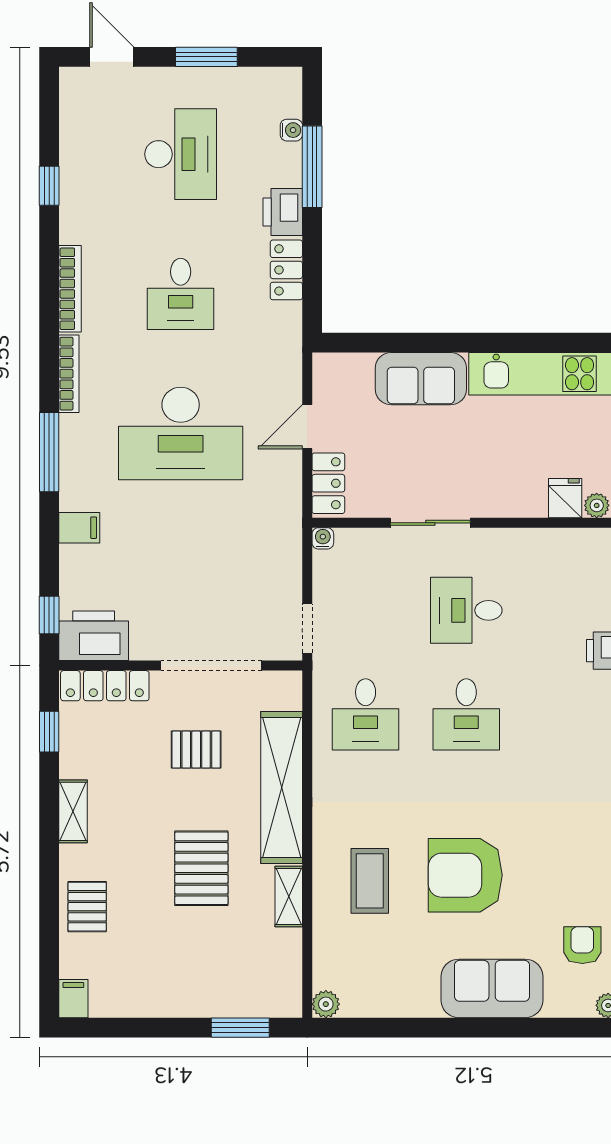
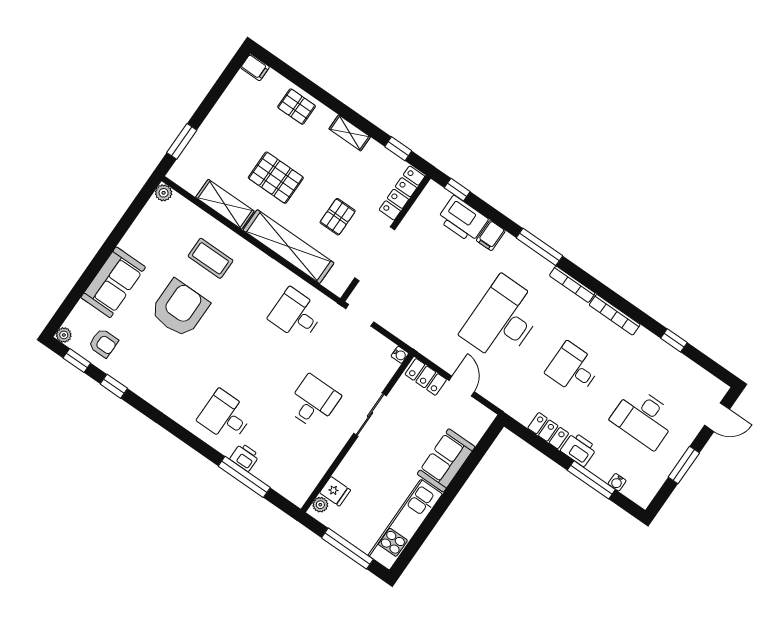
printer: (94, 636) -> (463, 219), moved, turned 90
desk: (466, 714) -> (225, 416), moved
shelving: (289, 896) -> (225, 204), width x1.50, depth x1.33

